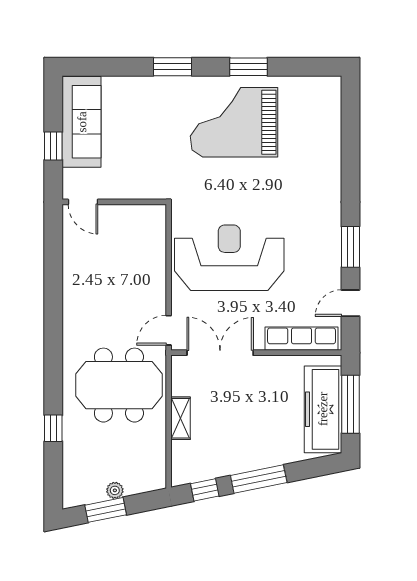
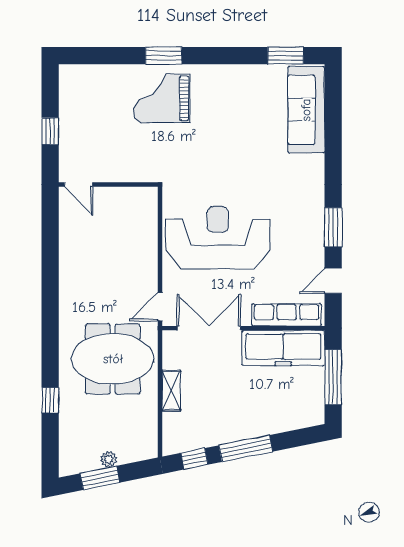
window: (249, 67) -> (286, 56), moved
sofa: (82, 122) -> (306, 110), moved, turned 180
grand piano: (234, 122) -> (162, 98), moved, width x0.73, depth x0.68
freezer: (323, 409) -> (283, 348), moved, turned -90

